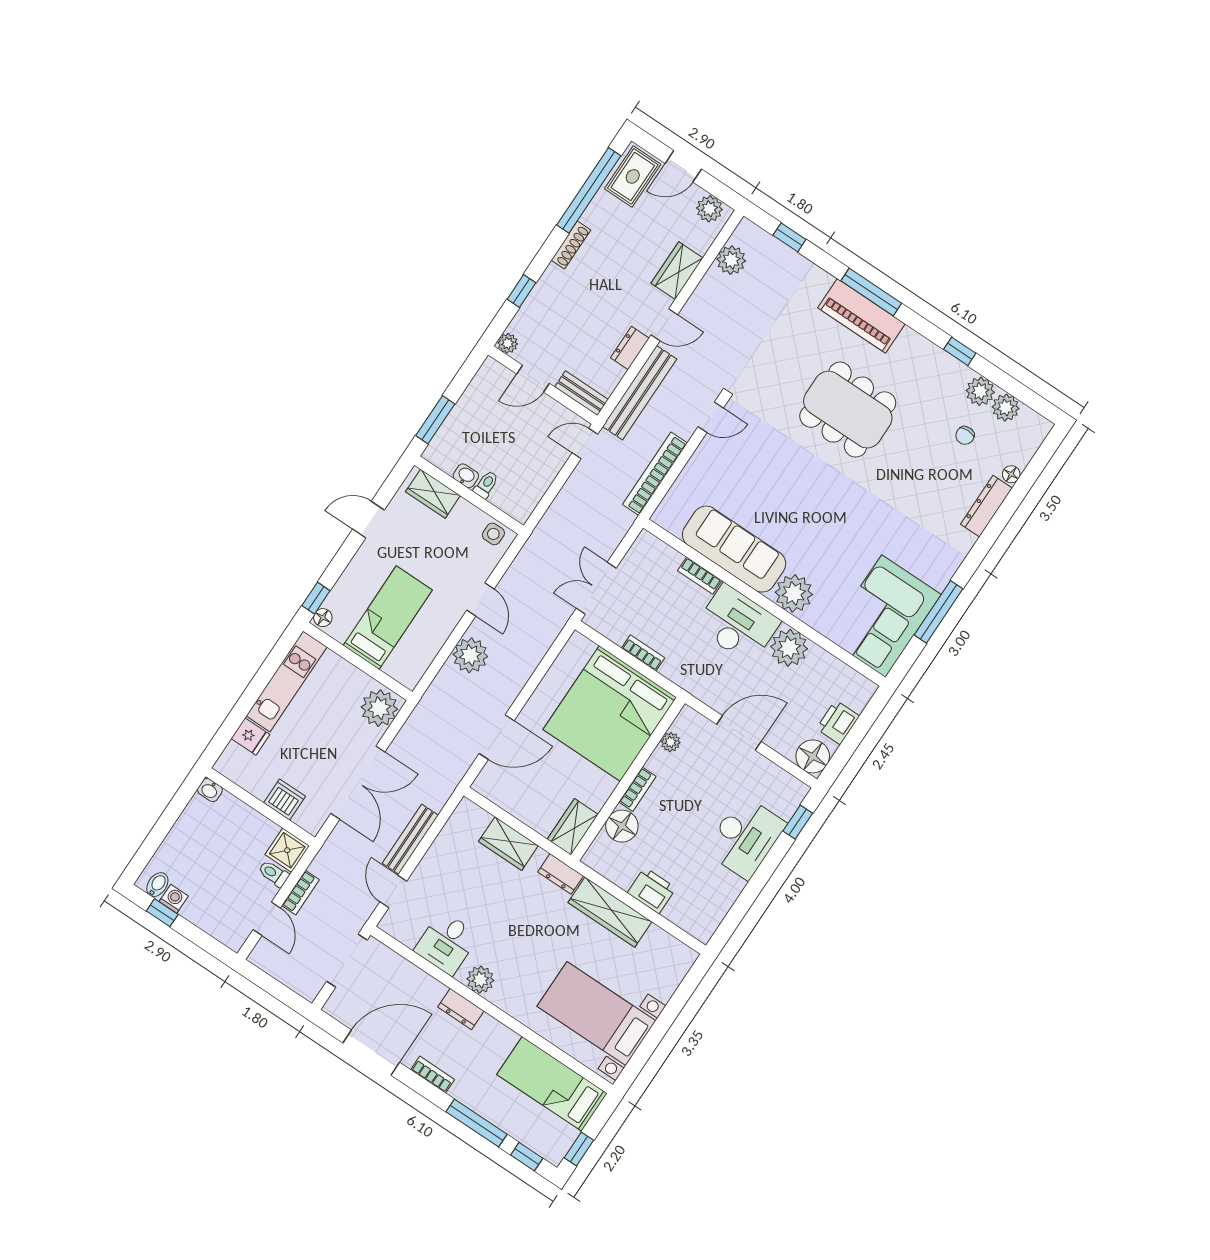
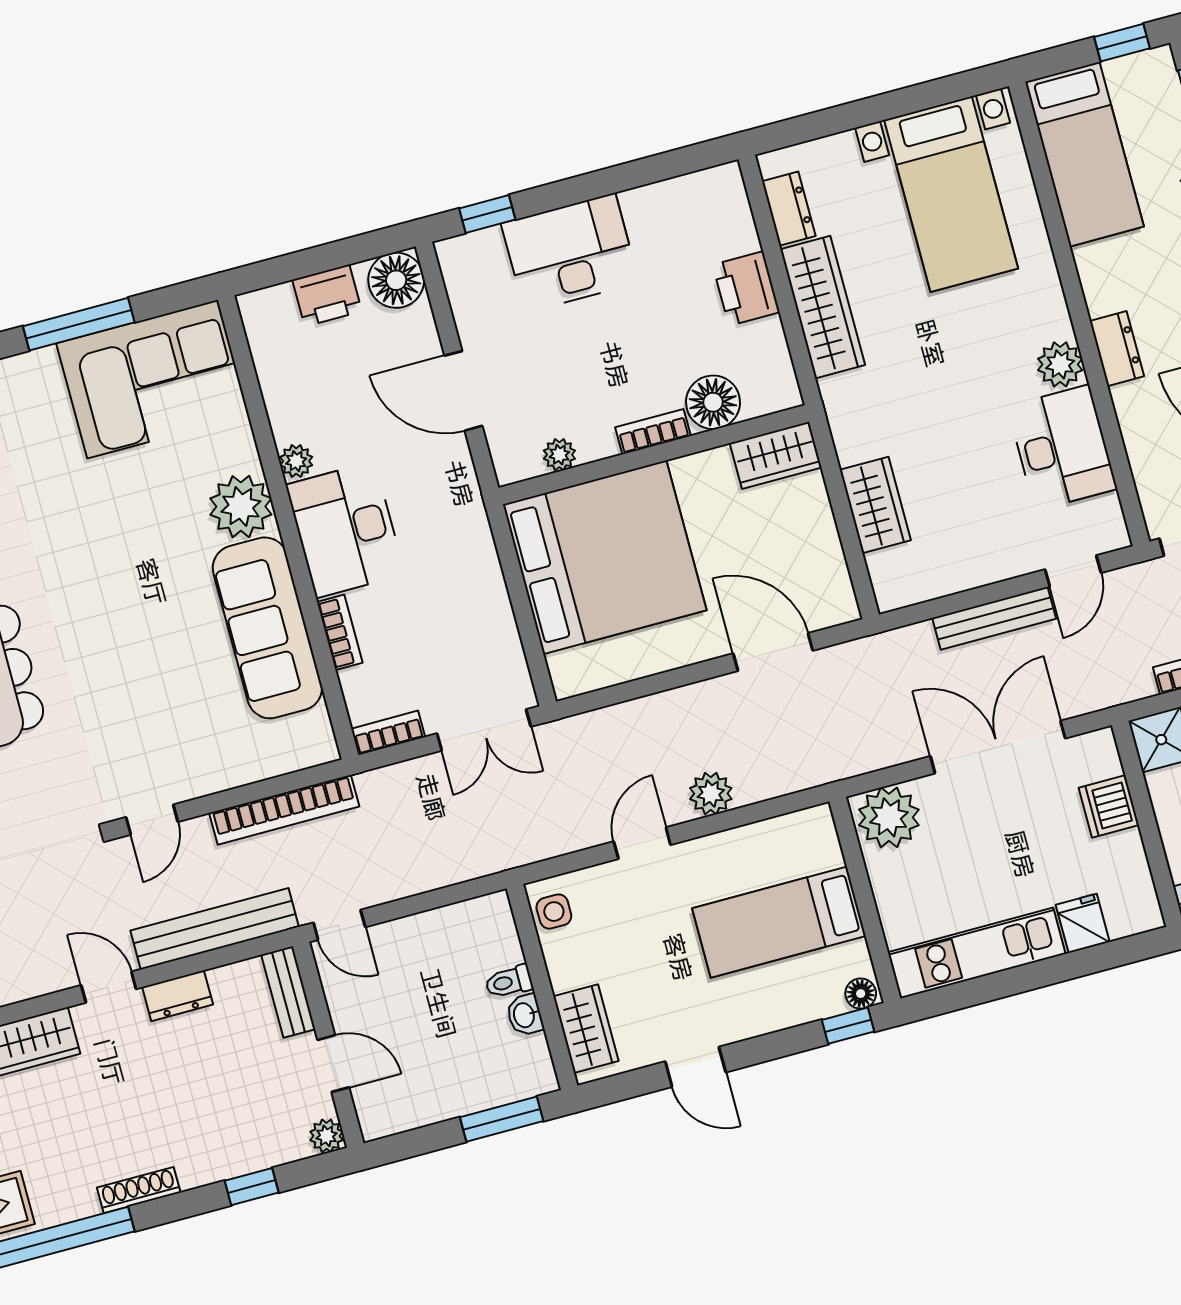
door: (711, 417) -> (152, 820), swing flipped
plant: (789, 648) -> (296, 461), width x0.53, depth x0.53
bookcase: (643, 653) -> (388, 733), moved, turned 90
plant: (470, 655) -> (711, 794), width x0.73, depth x0.73
dresser: (561, 874) -> (789, 209), moved
desk: (447, 943) -> (1062, 448), width x1.37

